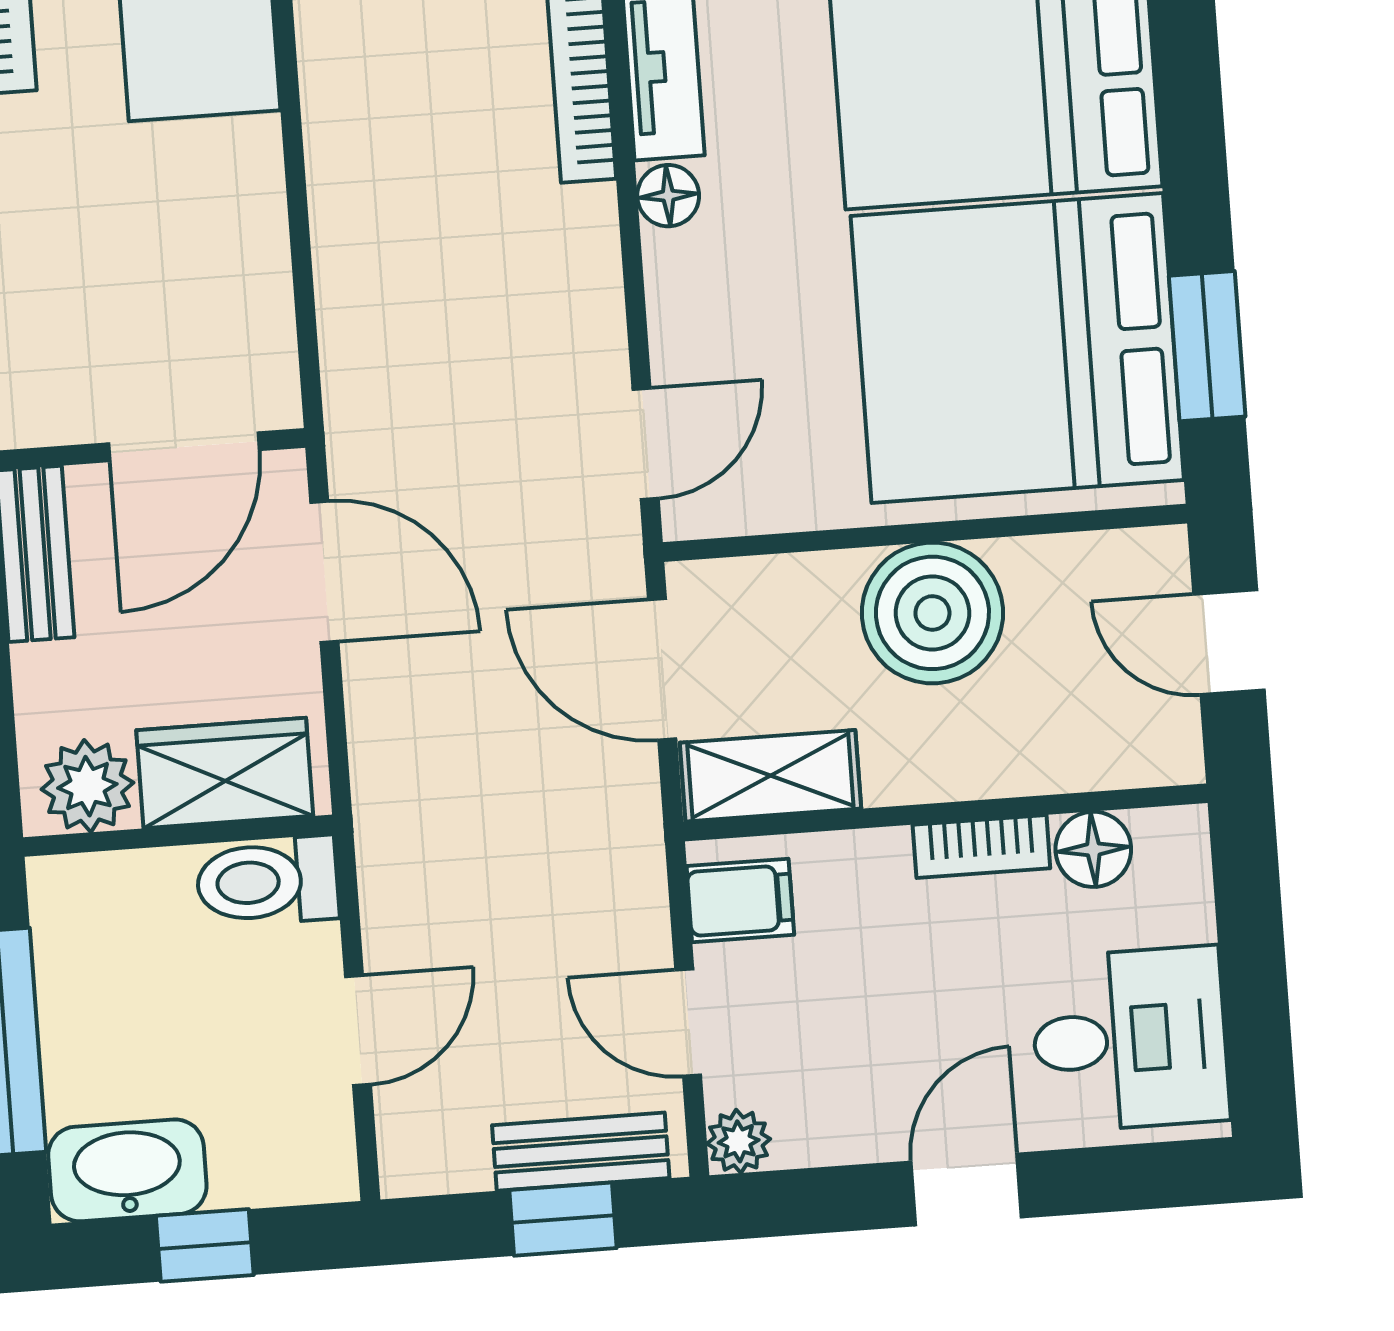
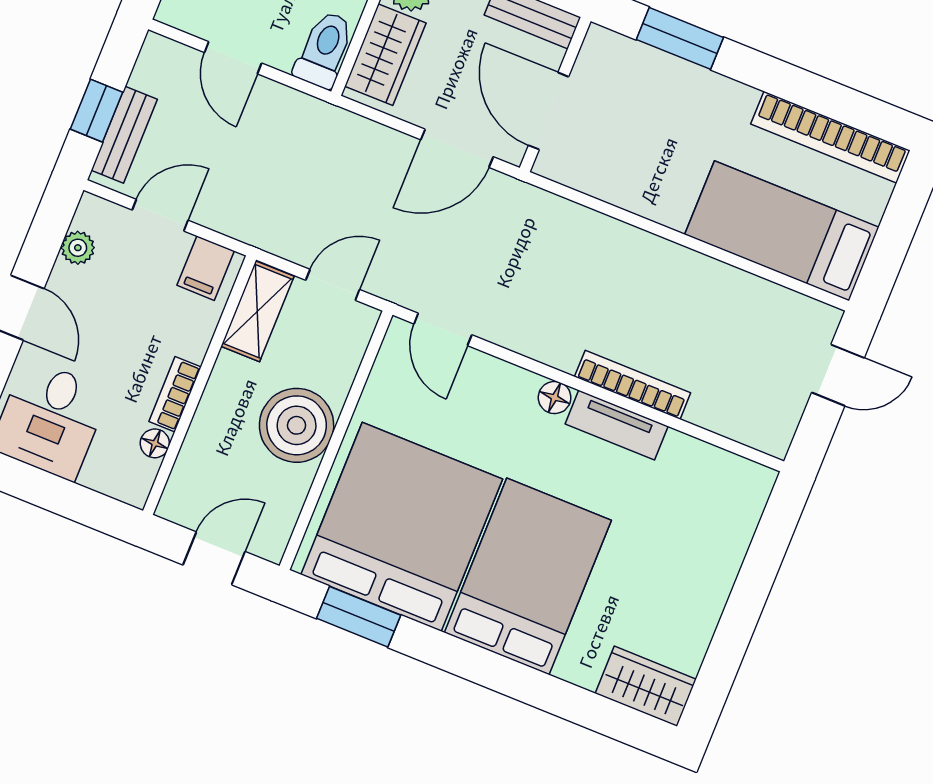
door: (662, 669) -> (333, 285), width x0.73
floor lamp: (1093, 849) -> (155, 443), width x0.73, depth x0.73
plant: (739, 1141) -> (78, 248), moved

